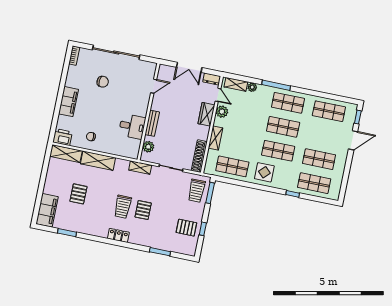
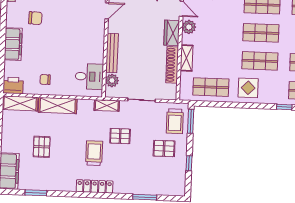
chair: (103, 82) -> (35, 18), moved
bench: (152, 123) -> (112, 53), width x1.36
desk: (132, 126) -> (89, 76), moved
shoe rack: (199, 156) -> (172, 65), moved
trolley: (123, 207) -> (94, 153), turned 180
pallet: (143, 210) -> (120, 136), moved, turned 90
pallet: (186, 228) -> (164, 149), moved
locker: (118, 235) -> (95, 186), width x1.53

